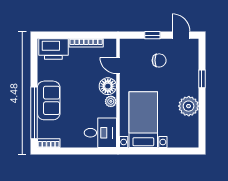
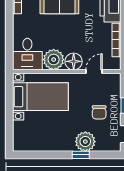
plant: (111, 101) -> (54, 60), width x1.88, depth x1.88
plant: (189, 106) -> (85, 142), moved

